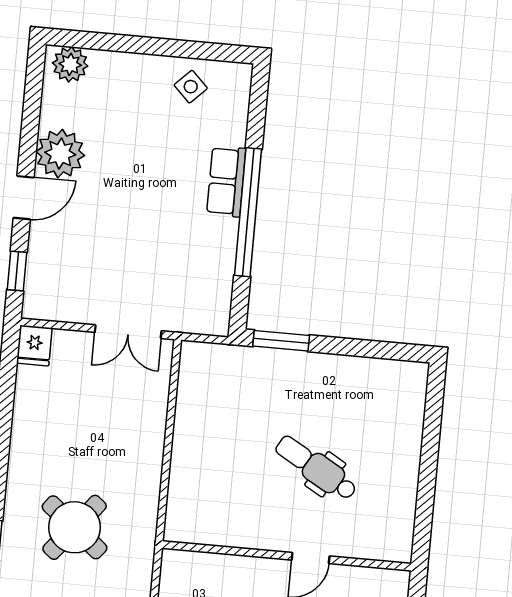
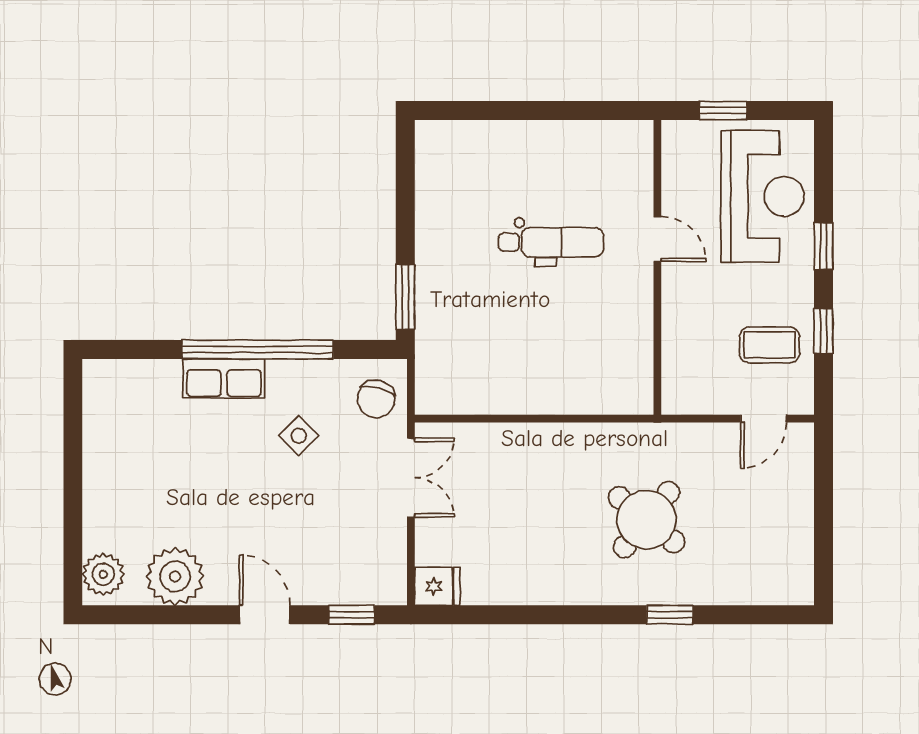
side table: (191, 87) -> (299, 436), moved
plant: (60, 154) -> (175, 576), moved
chair: (197, 308) -> (376, 399), added
dental chair: (316, 468) -> (551, 242), turned -120

